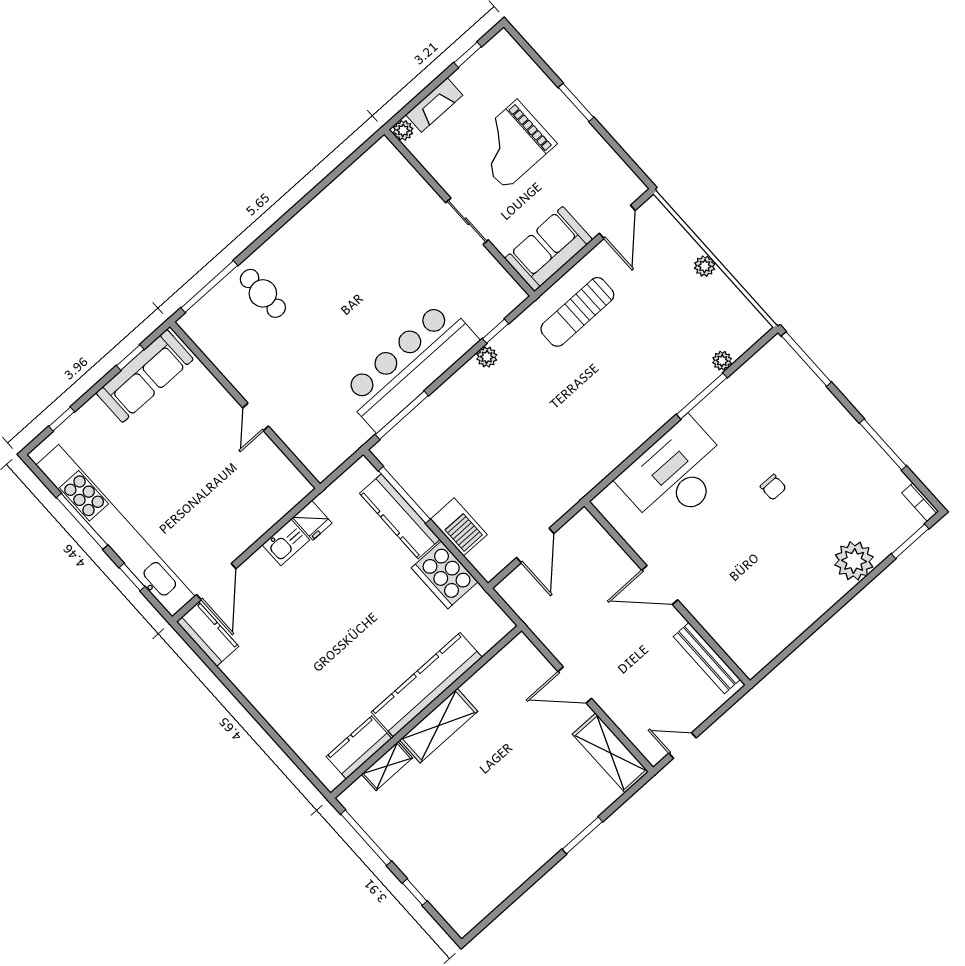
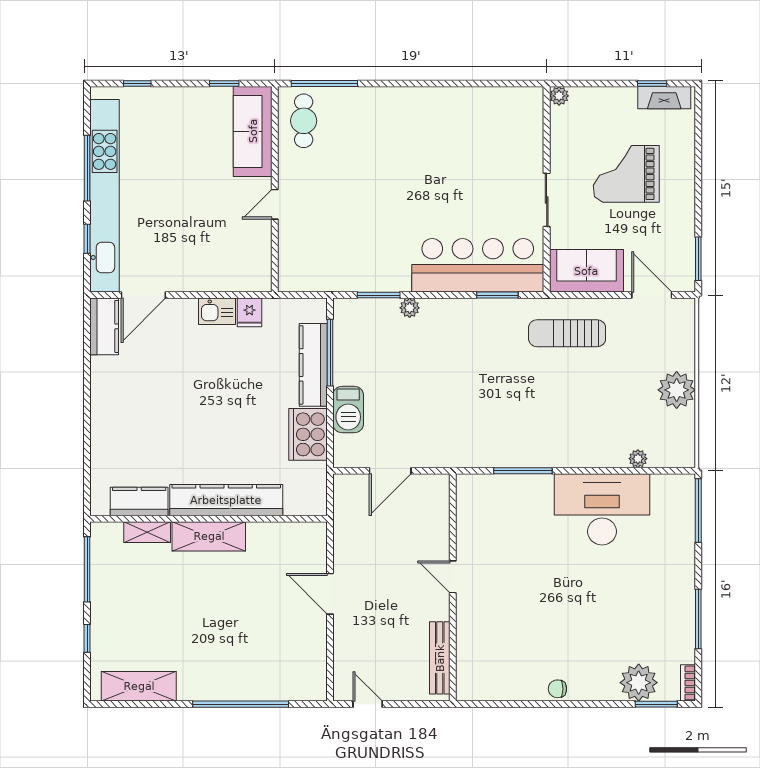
window: (576, 102) -> (698, 259), moved
fireplace: (434, 105) -> (664, 98), moved
door: (617, 222) -> (652, 295), swing flipped
plant: (705, 266) -> (677, 390), width x1.87, depth x1.87
cafe table: (263, 293) -> (304, 121), moved
window: (496, 331) -> (497, 295), width x1.50
plant: (487, 357) -> (410, 308), moved
bar counter: (410, 366) -> (478, 265), moved
sofa: (145, 376) -> (253, 131), moved, turned 90
window: (702, 396) -> (523, 471), moved
window: (402, 415) -> (379, 295), width x0.69
desk: (676, 474) -> (602, 509), moved
chair: (773, 487) -> (557, 689), moved, turned 90
plant: (854, 561) -> (639, 683), moved
door: (660, 585) -> (453, 577), width x0.73
shelving: (610, 753) -> (139, 686), moved, turned 90
window: (582, 835) -> (241, 704), width x2.11

